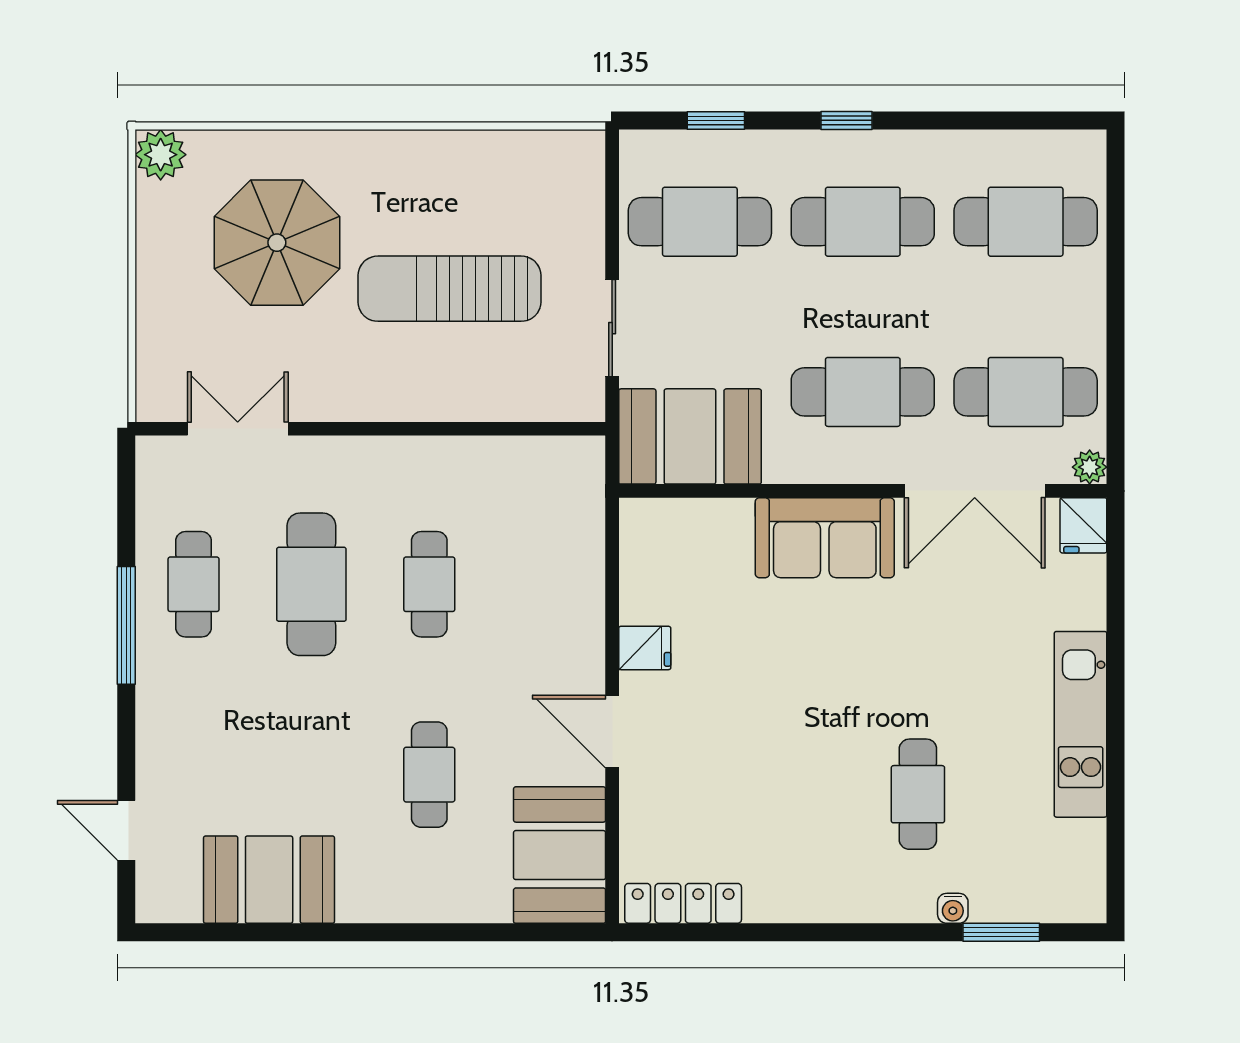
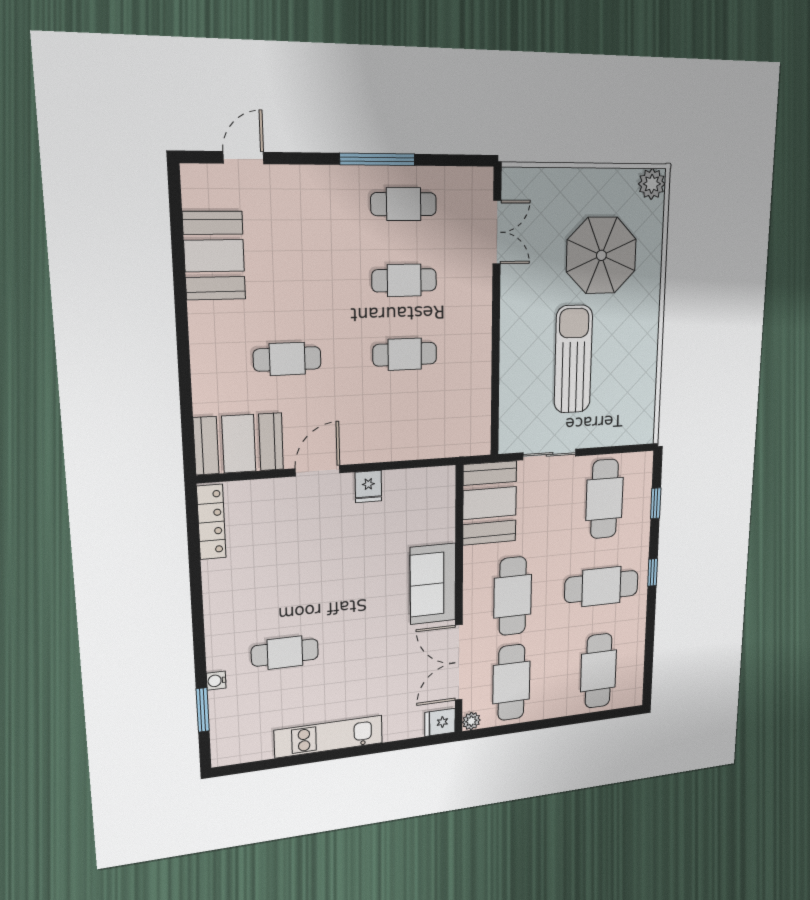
cafe table: (863, 222) -> (601, 586), turned 90
cafe table: (311, 584) -> (404, 280), width x0.73, depth x0.74

